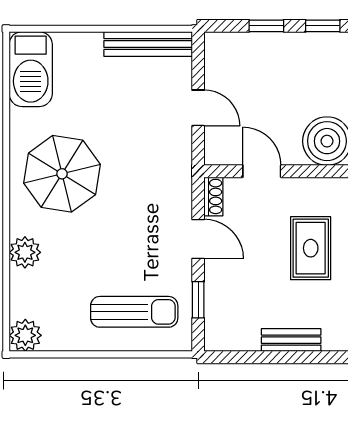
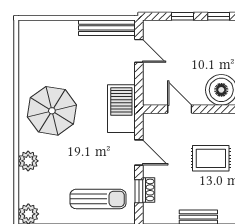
barbecue: (31, 69) -> (121, 109), moved, turned 180
door: (198, 108) -> (139, 51), moved
shoe rack: (213, 196) -> (149, 190), moved
rug: (311, 248) -> (211, 158), turned 90

